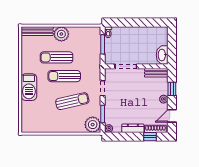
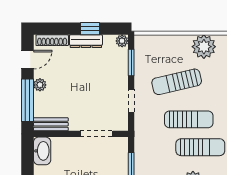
window: (172, 89) -> (27, 100), width x2.17
plant: (93, 125) -> (204, 47), moved
window: (150, 137) -> (90, 29), moved

